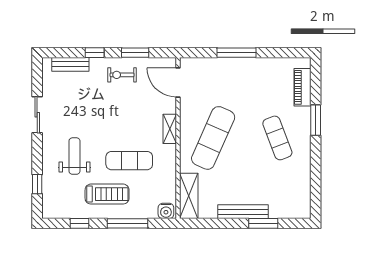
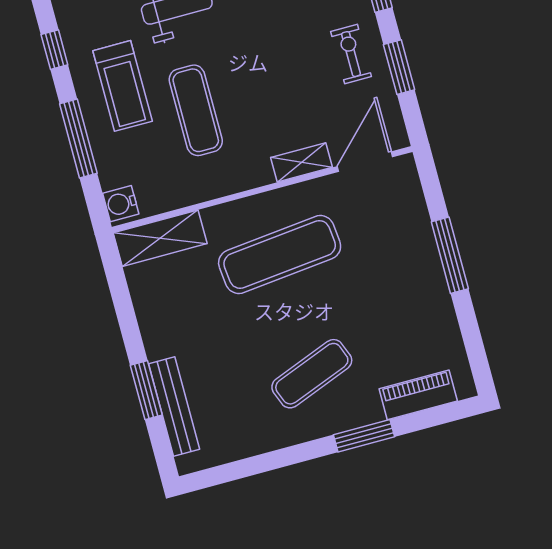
shelving: (170, 129) -> (301, 162), moved
exercise mat: (213, 138) -> (280, 254), turned -30
bench: (243, 212) -> (174, 406), moved

